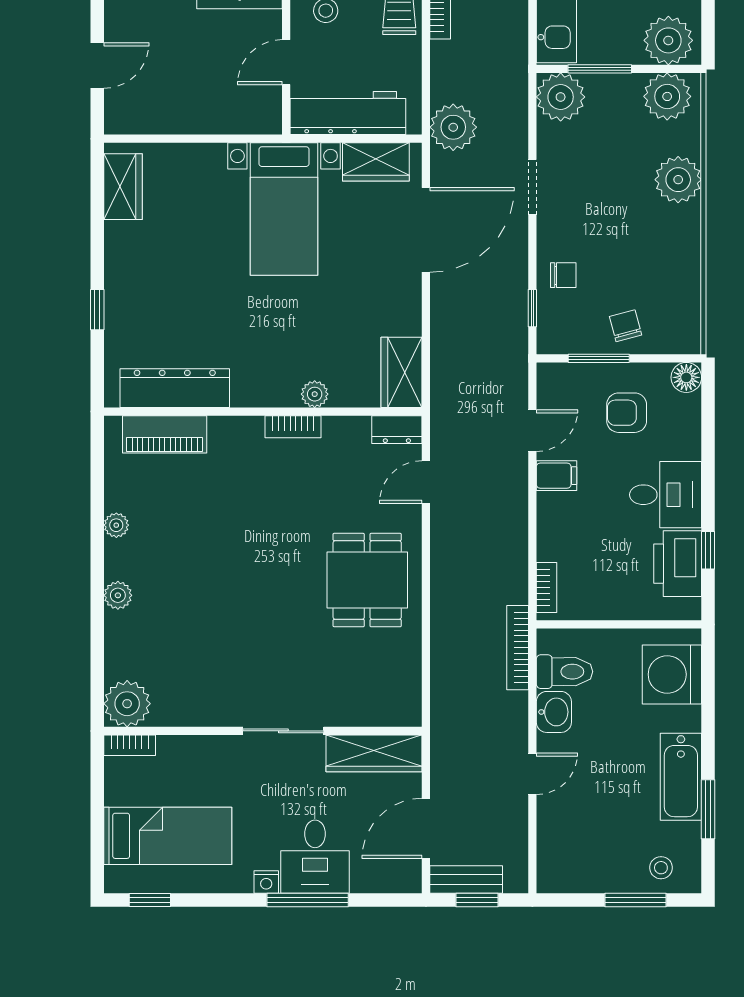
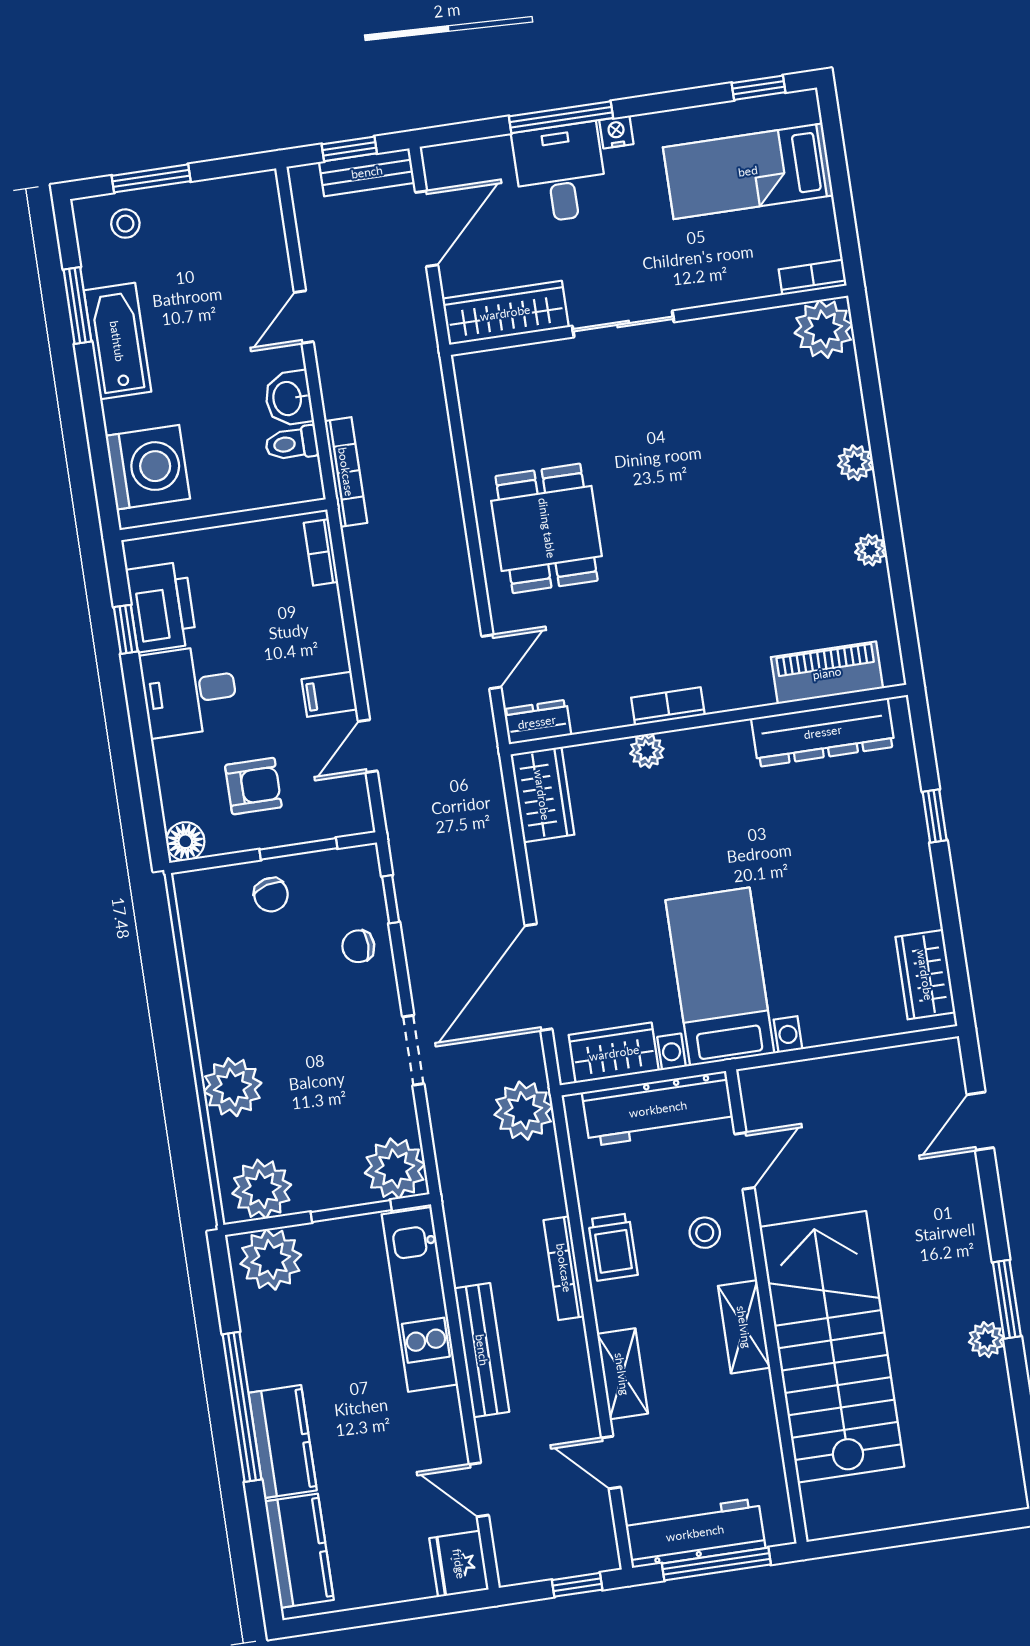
toilet: (564, 672) -> (292, 444), width x0.73, depth x0.72

